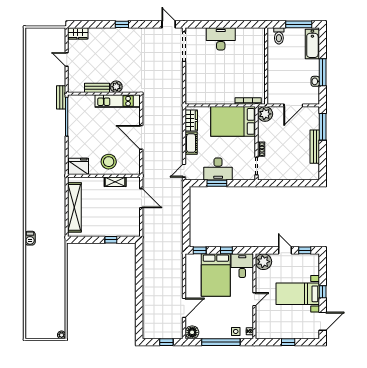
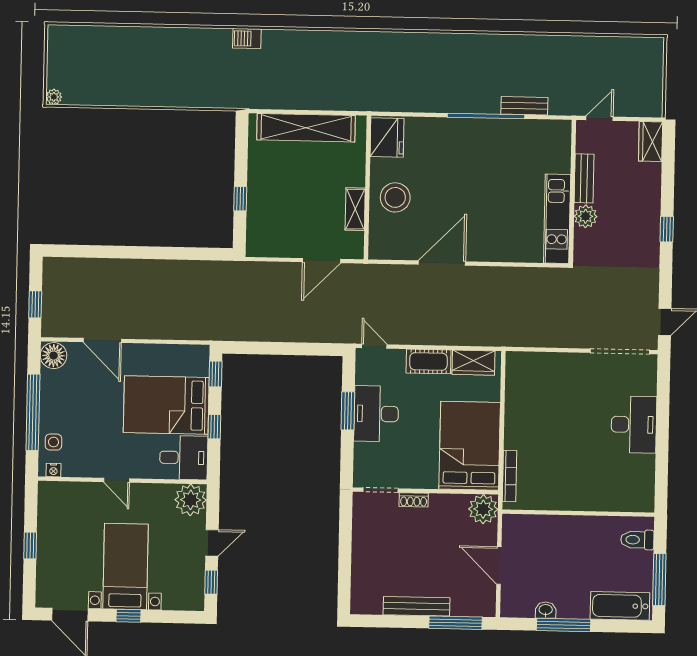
plant: (116, 87) -> (586, 216), moved
bench: (97, 88) -> (584, 178), moved
wall: (104, 94) -> (572, 192), moved
kitchen unit: (118, 101) -> (557, 219), moved

